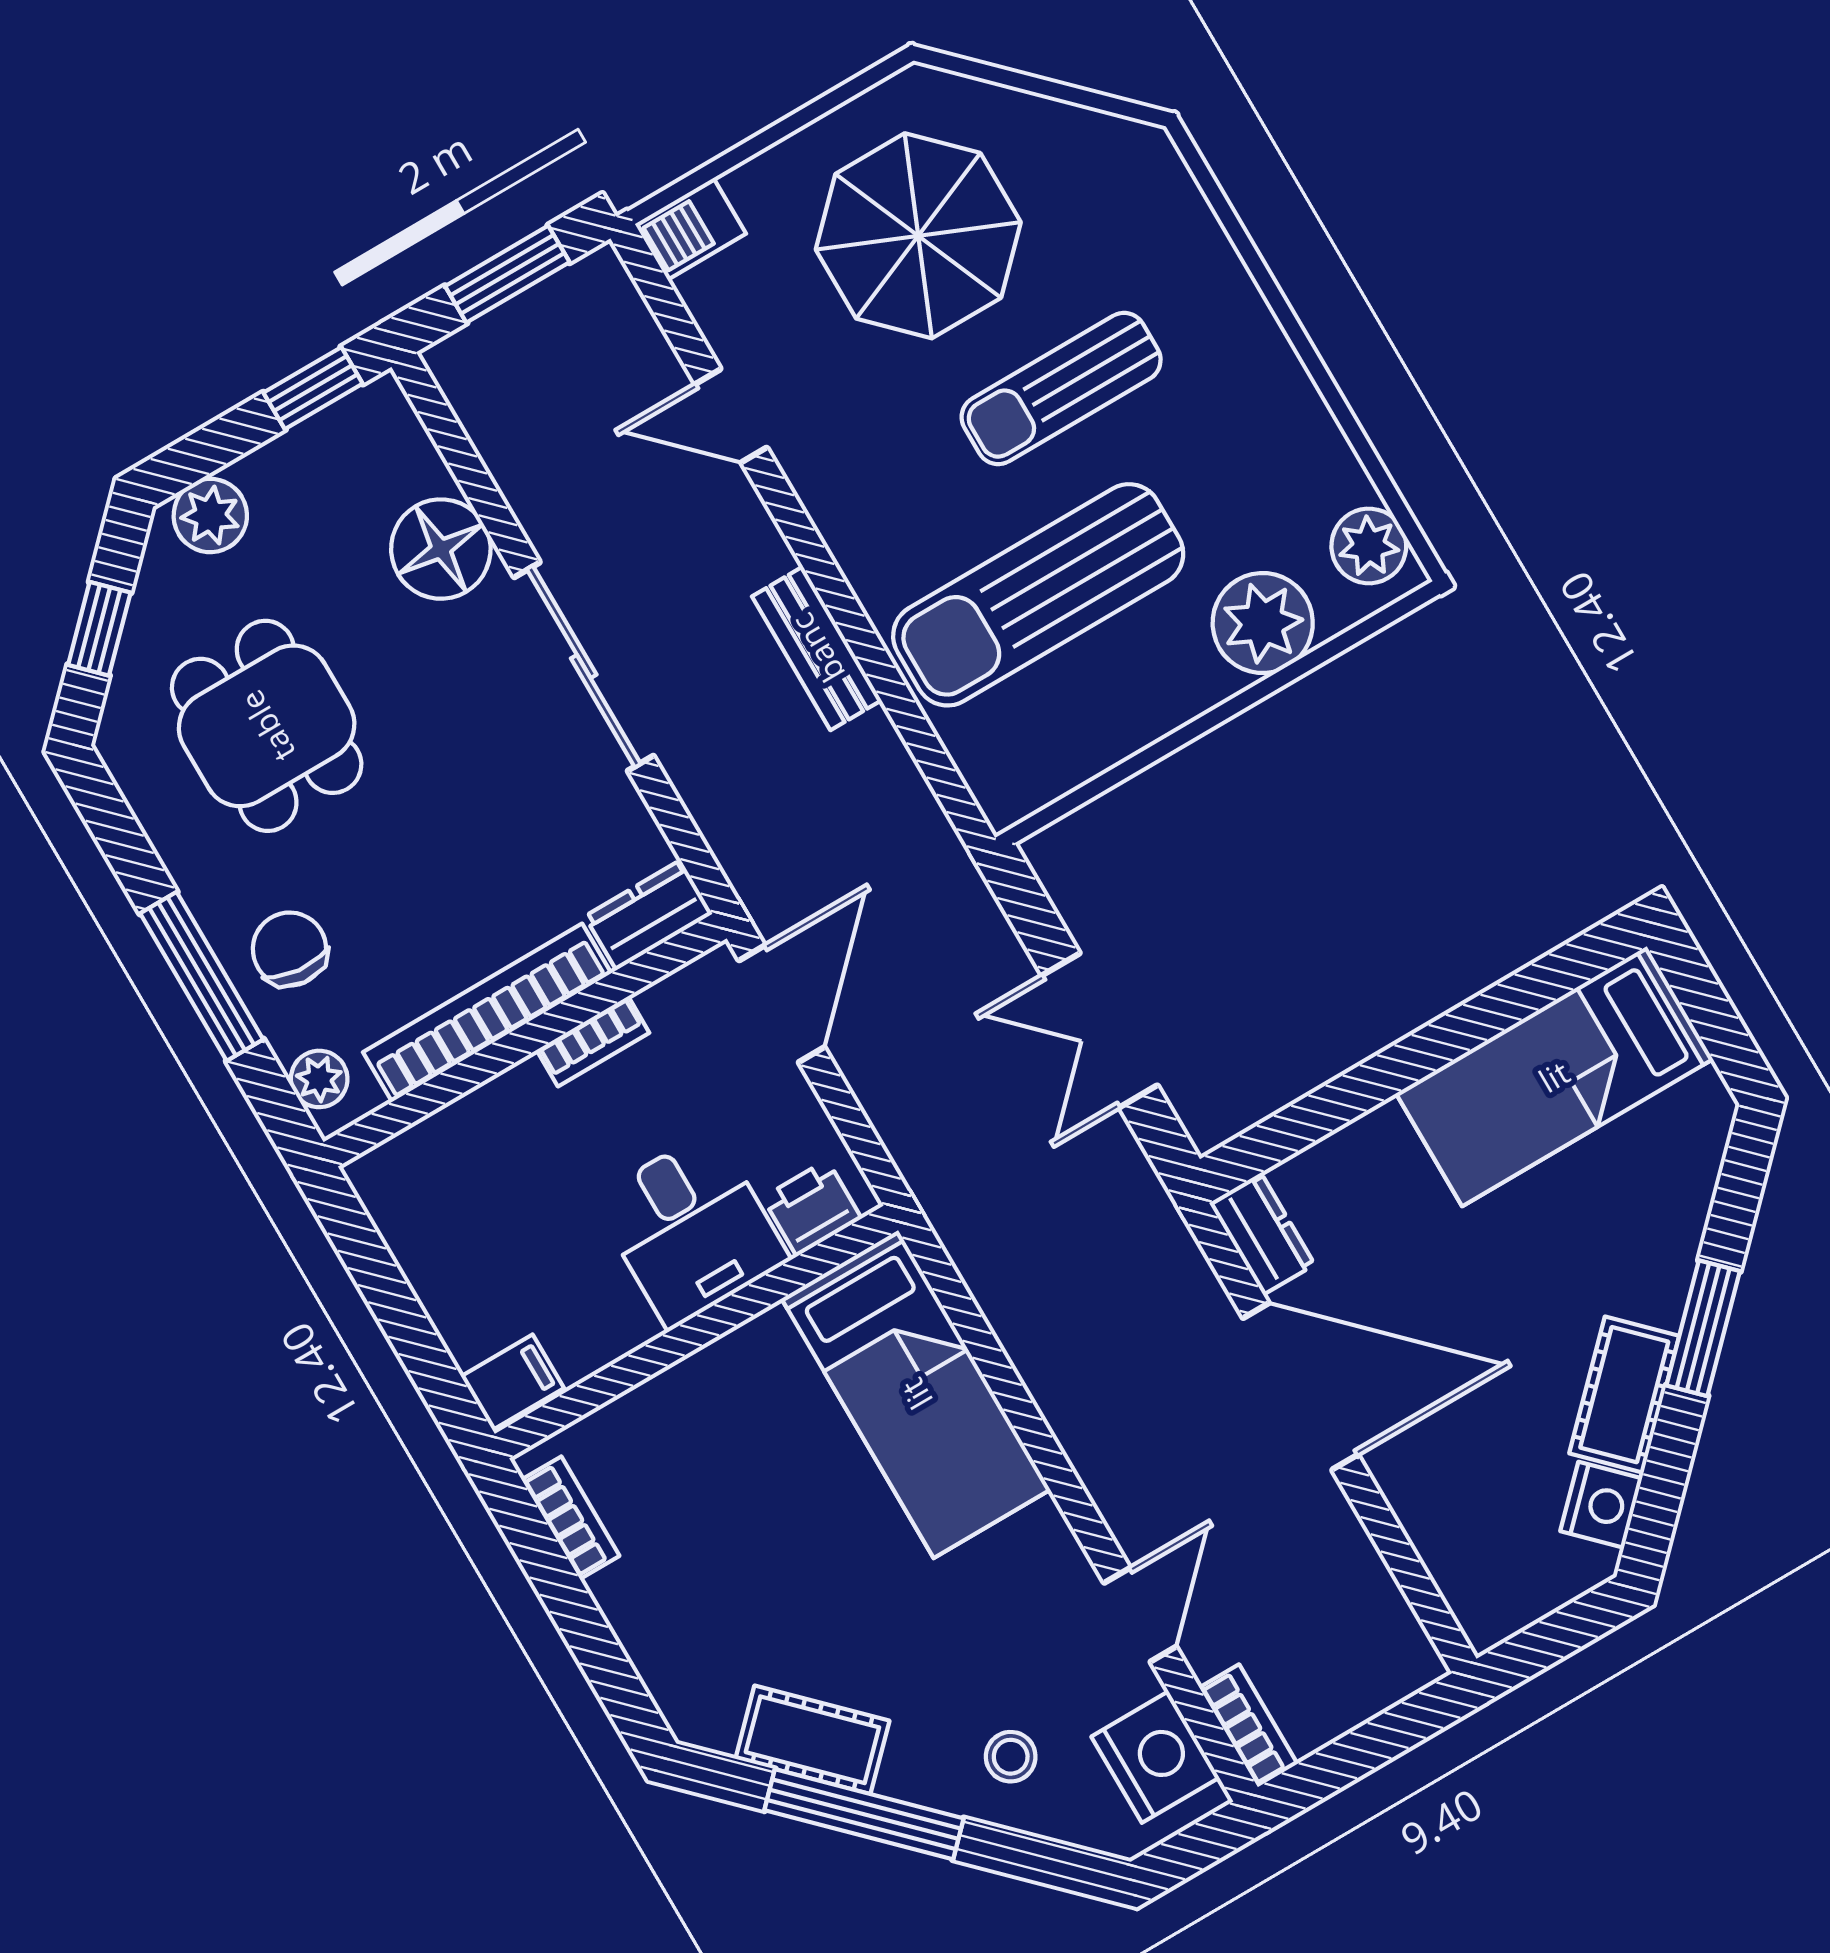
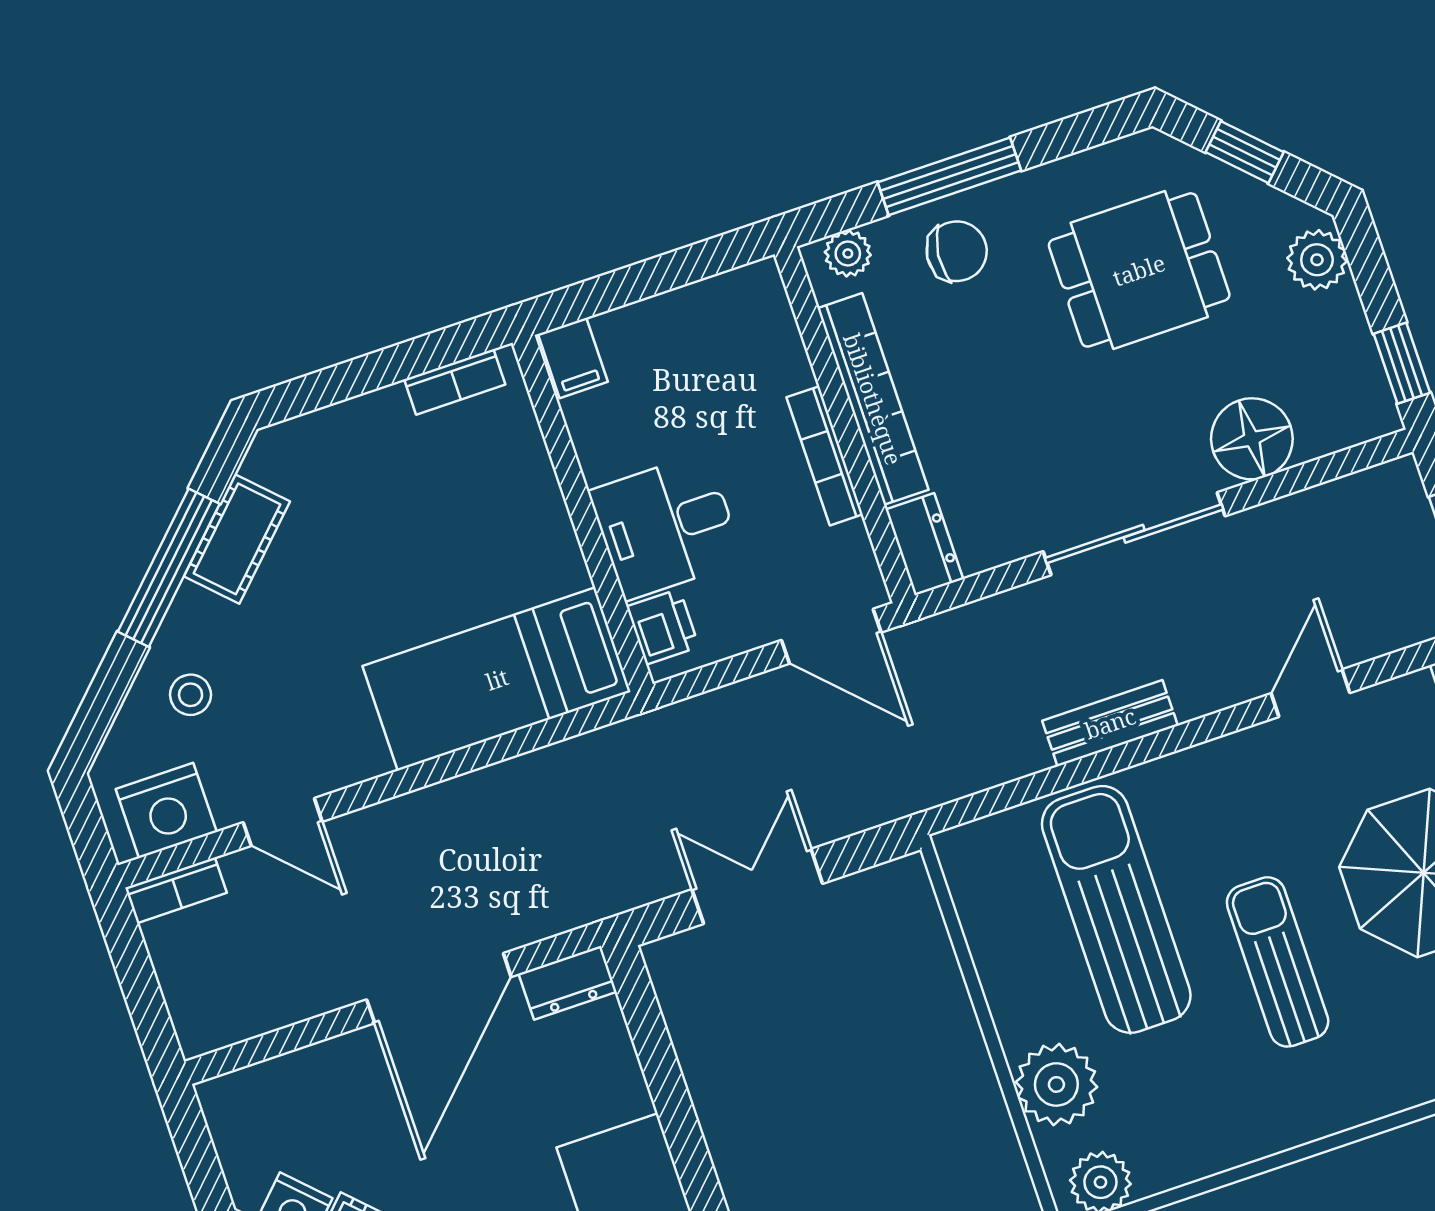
bookcase: (593, 1041) -> (825, 456), width x1.56

